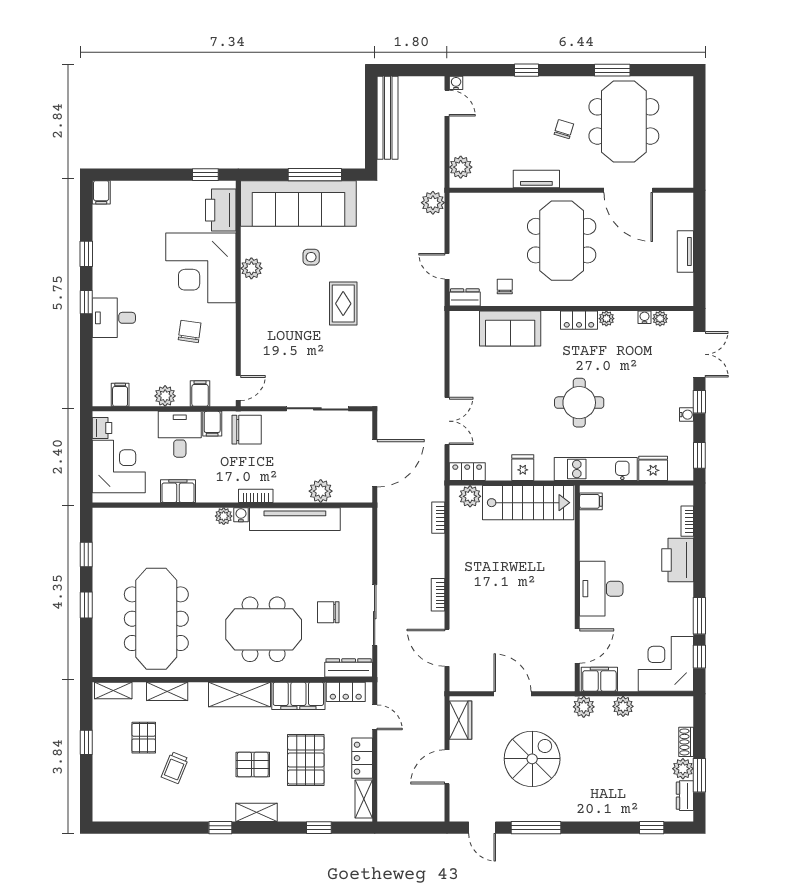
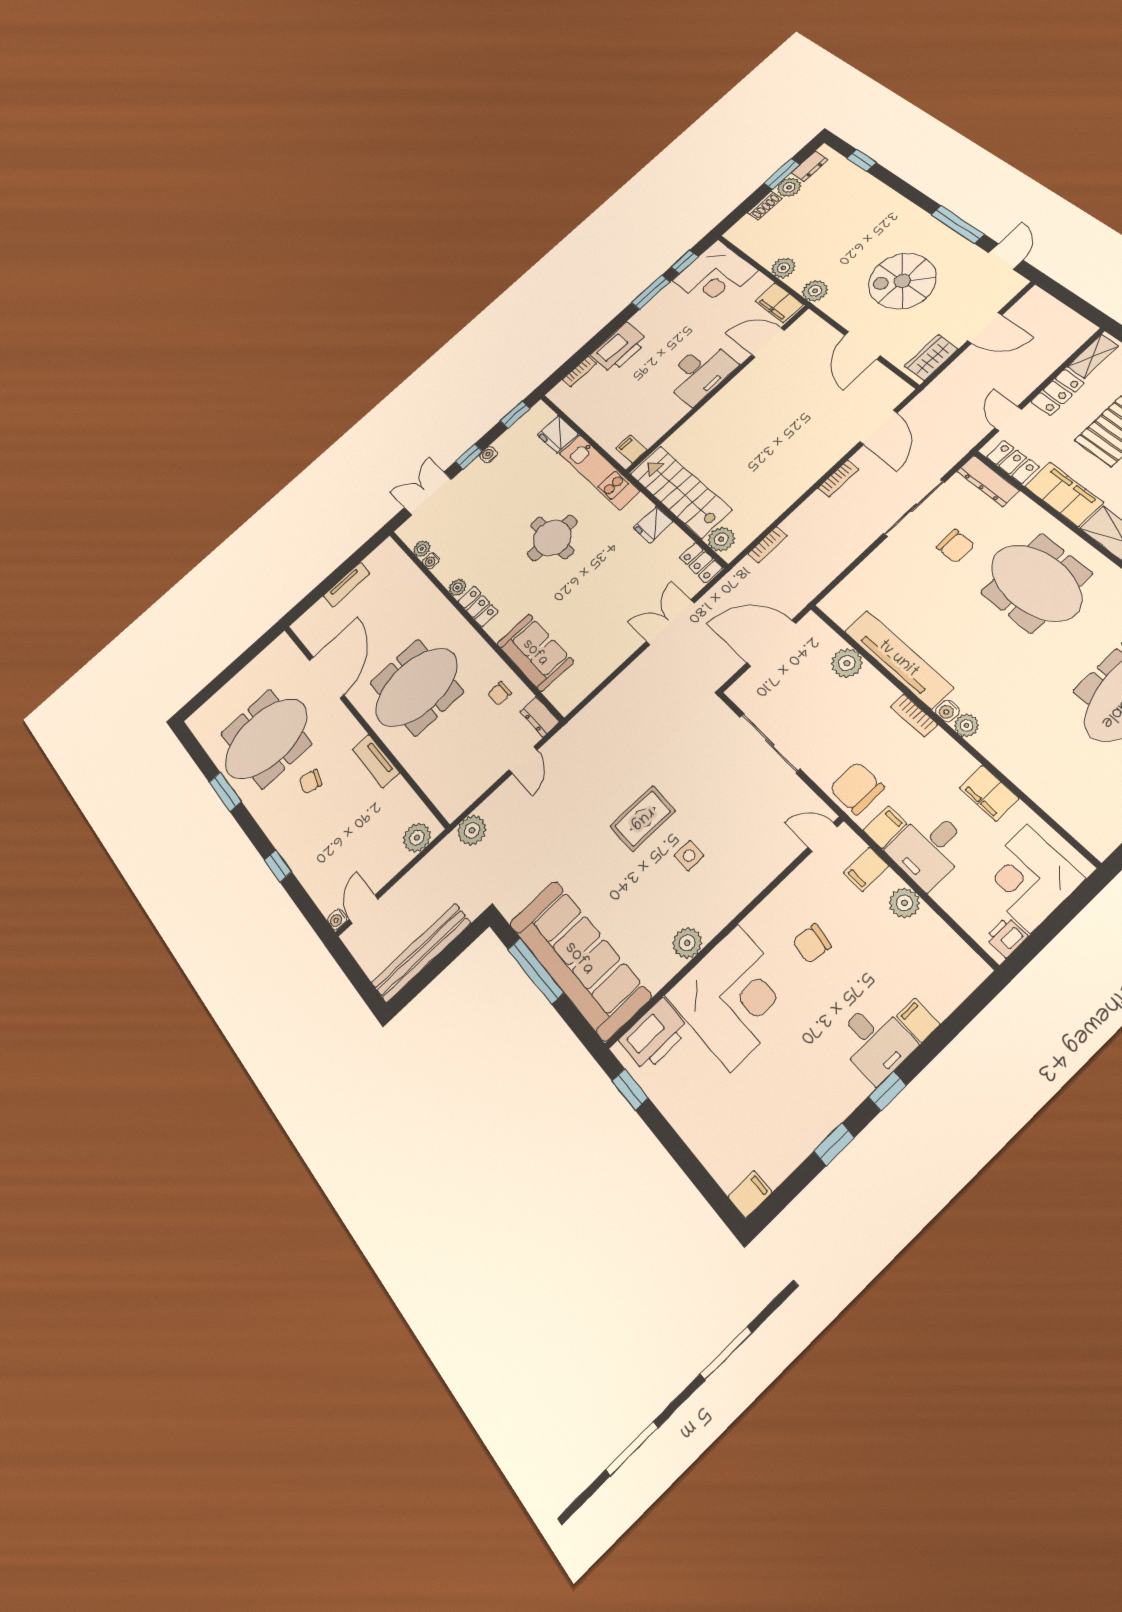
side table: (311, 257) -> (689, 856), moved
filing cabinet: (120, 395) -> (918, 1020), moved, turned 90

